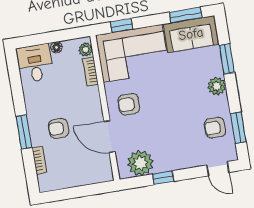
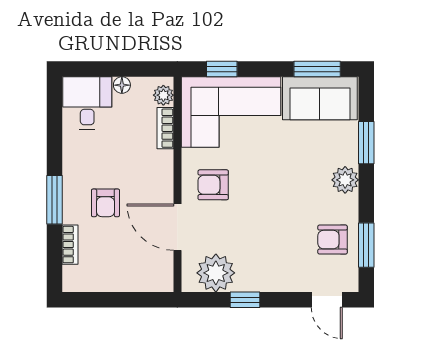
armchair: (58, 128) -> (105, 203), turned -90

